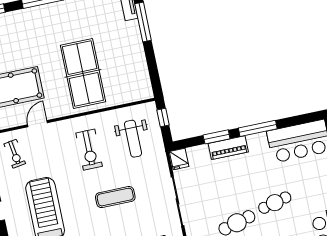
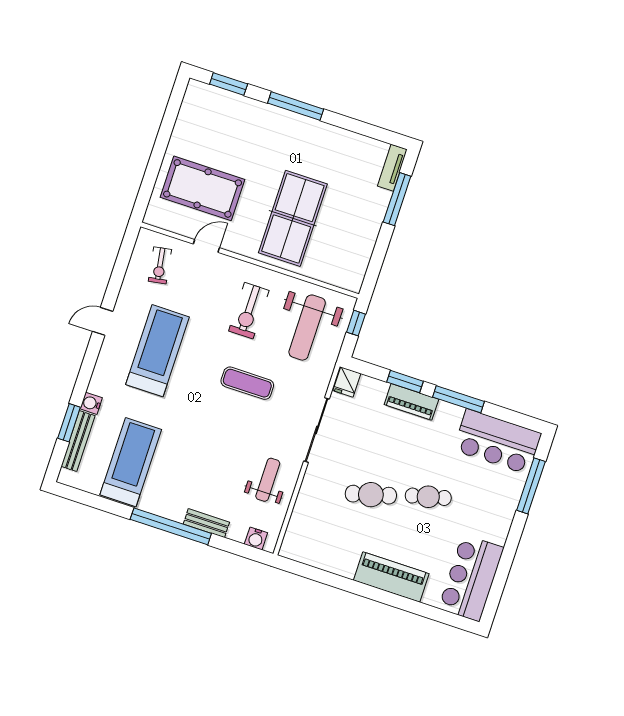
weight bench: (133, 139) -> (307, 328), width x1.36, depth x1.33

